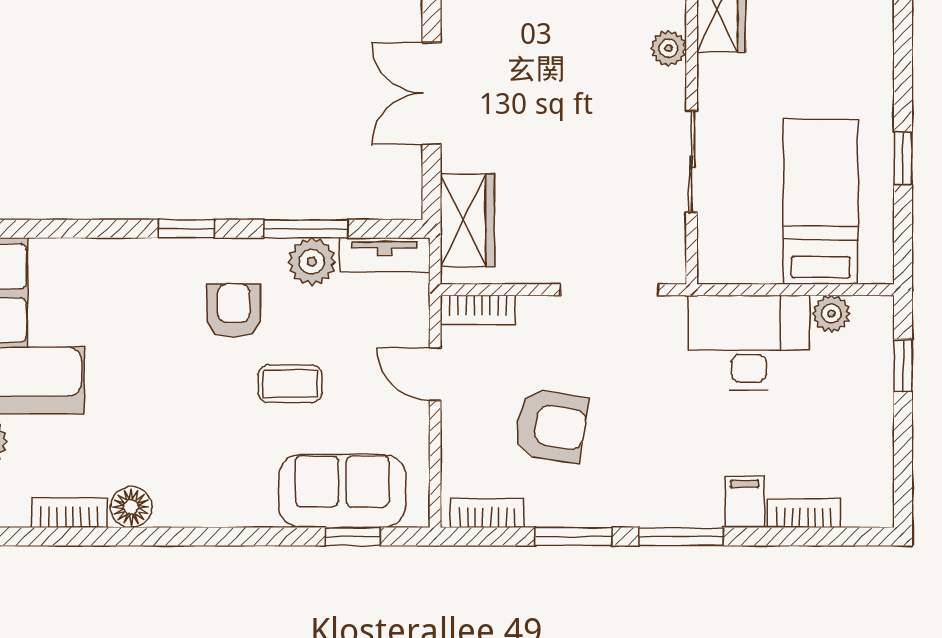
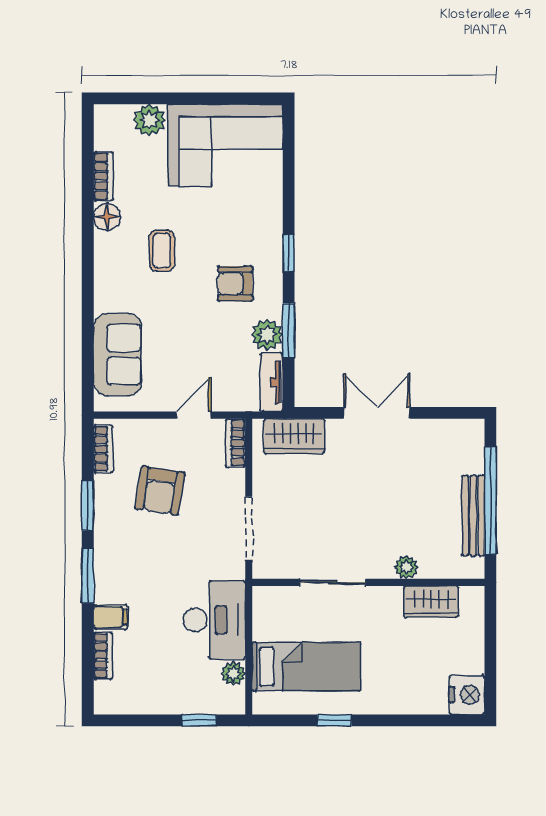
armchair: (234, 311) -> (235, 284), turned 180
coffee table: (290, 384) -> (162, 251), moved
window: (353, 537) -> (88, 361), removed

